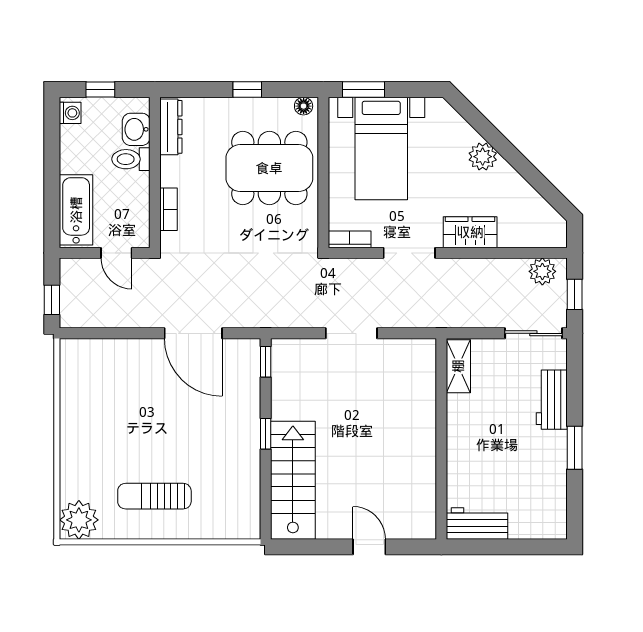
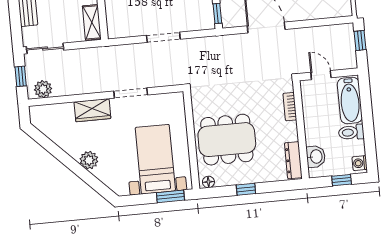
toilet: (131, 159) -> (351, 132), moved, turned 180
bookcase: (350, 239) -> (170, 98), removed

